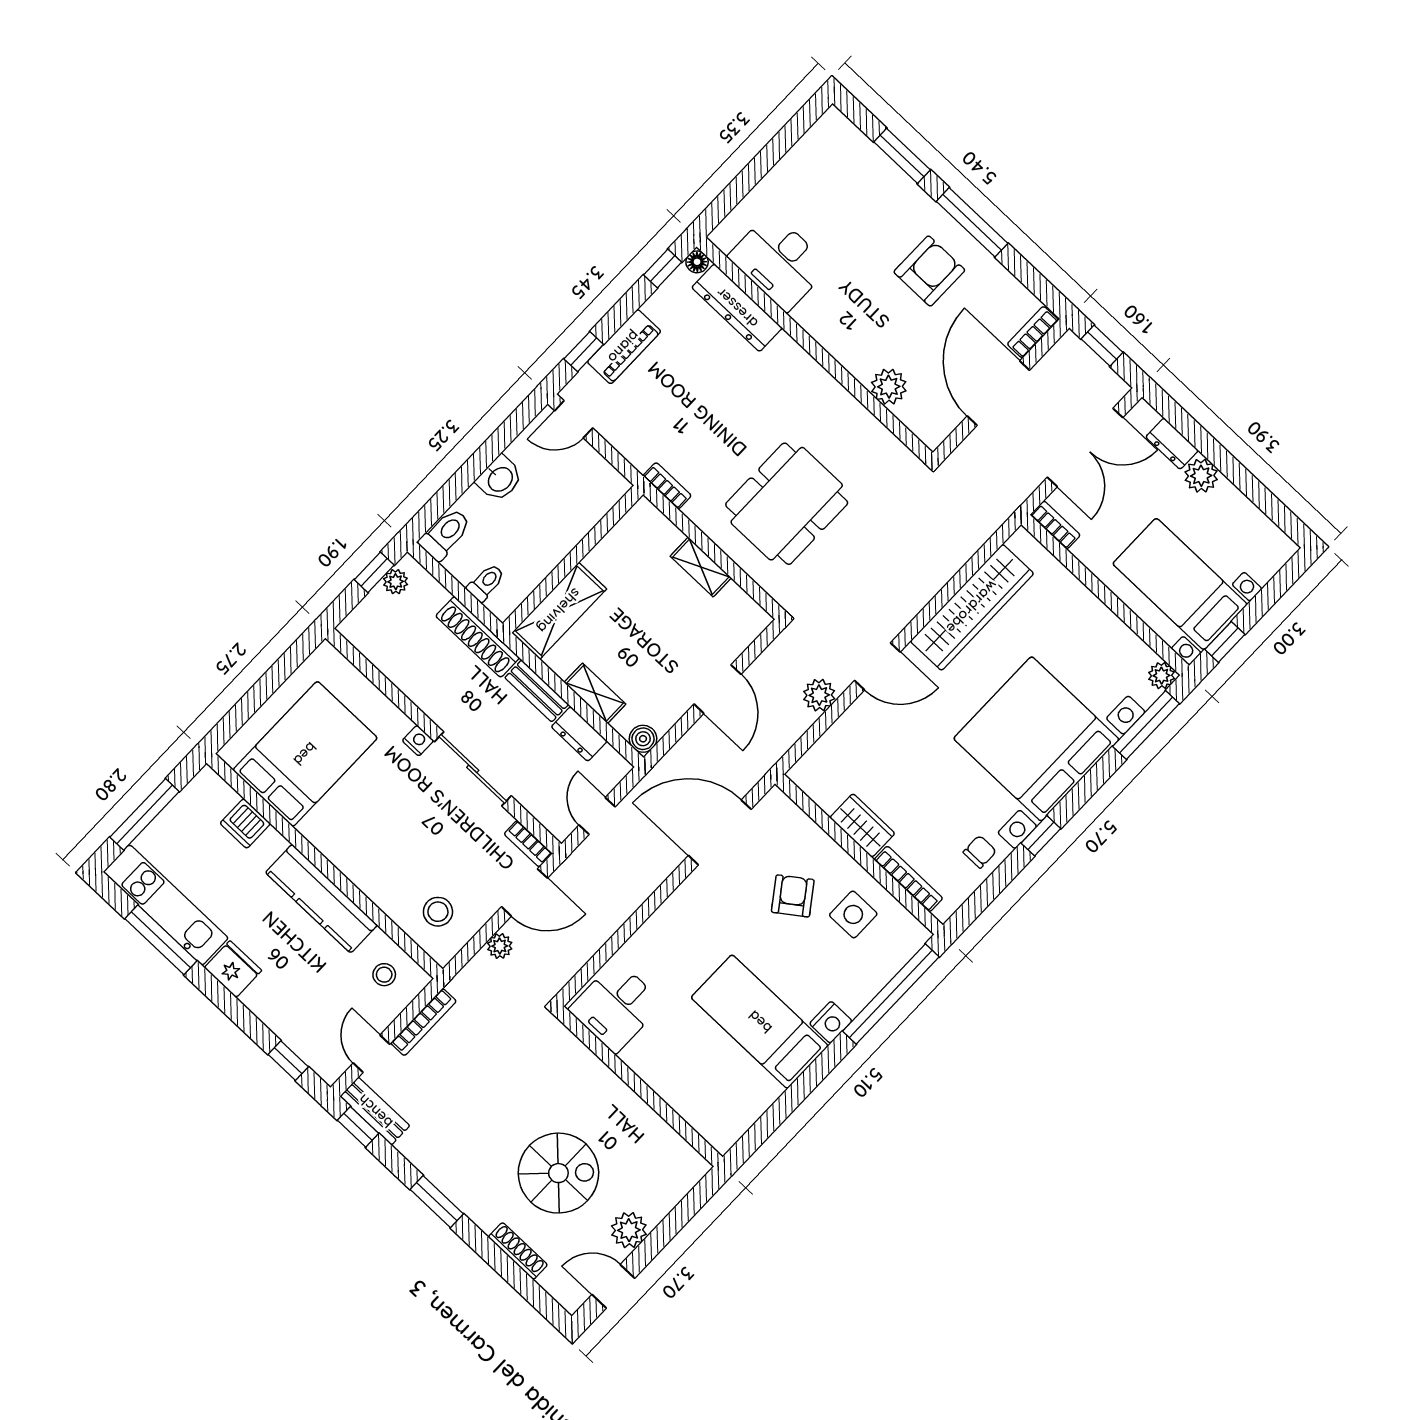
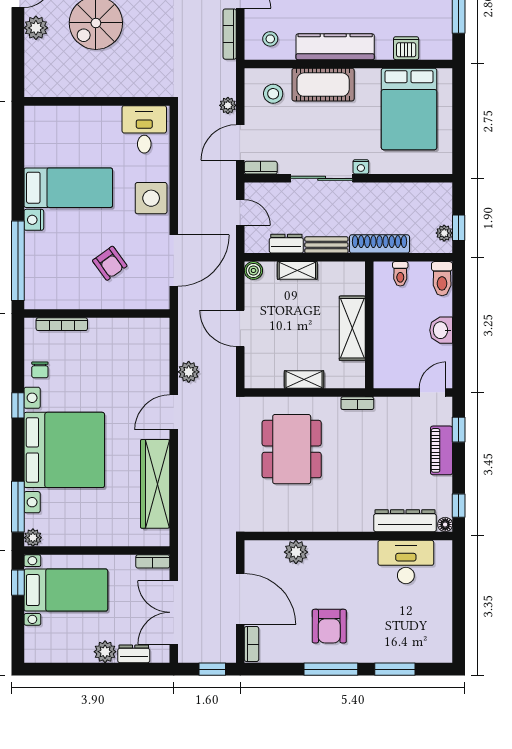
shelving: (559, 611) -> (352, 328), moved
wardrobe: (862, 825) -> (108, 329), removed
cot: (374, 870) -> (323, 85), added
side table: (853, 914) -> (151, 198), moved, width x1.37, depth x1.37

